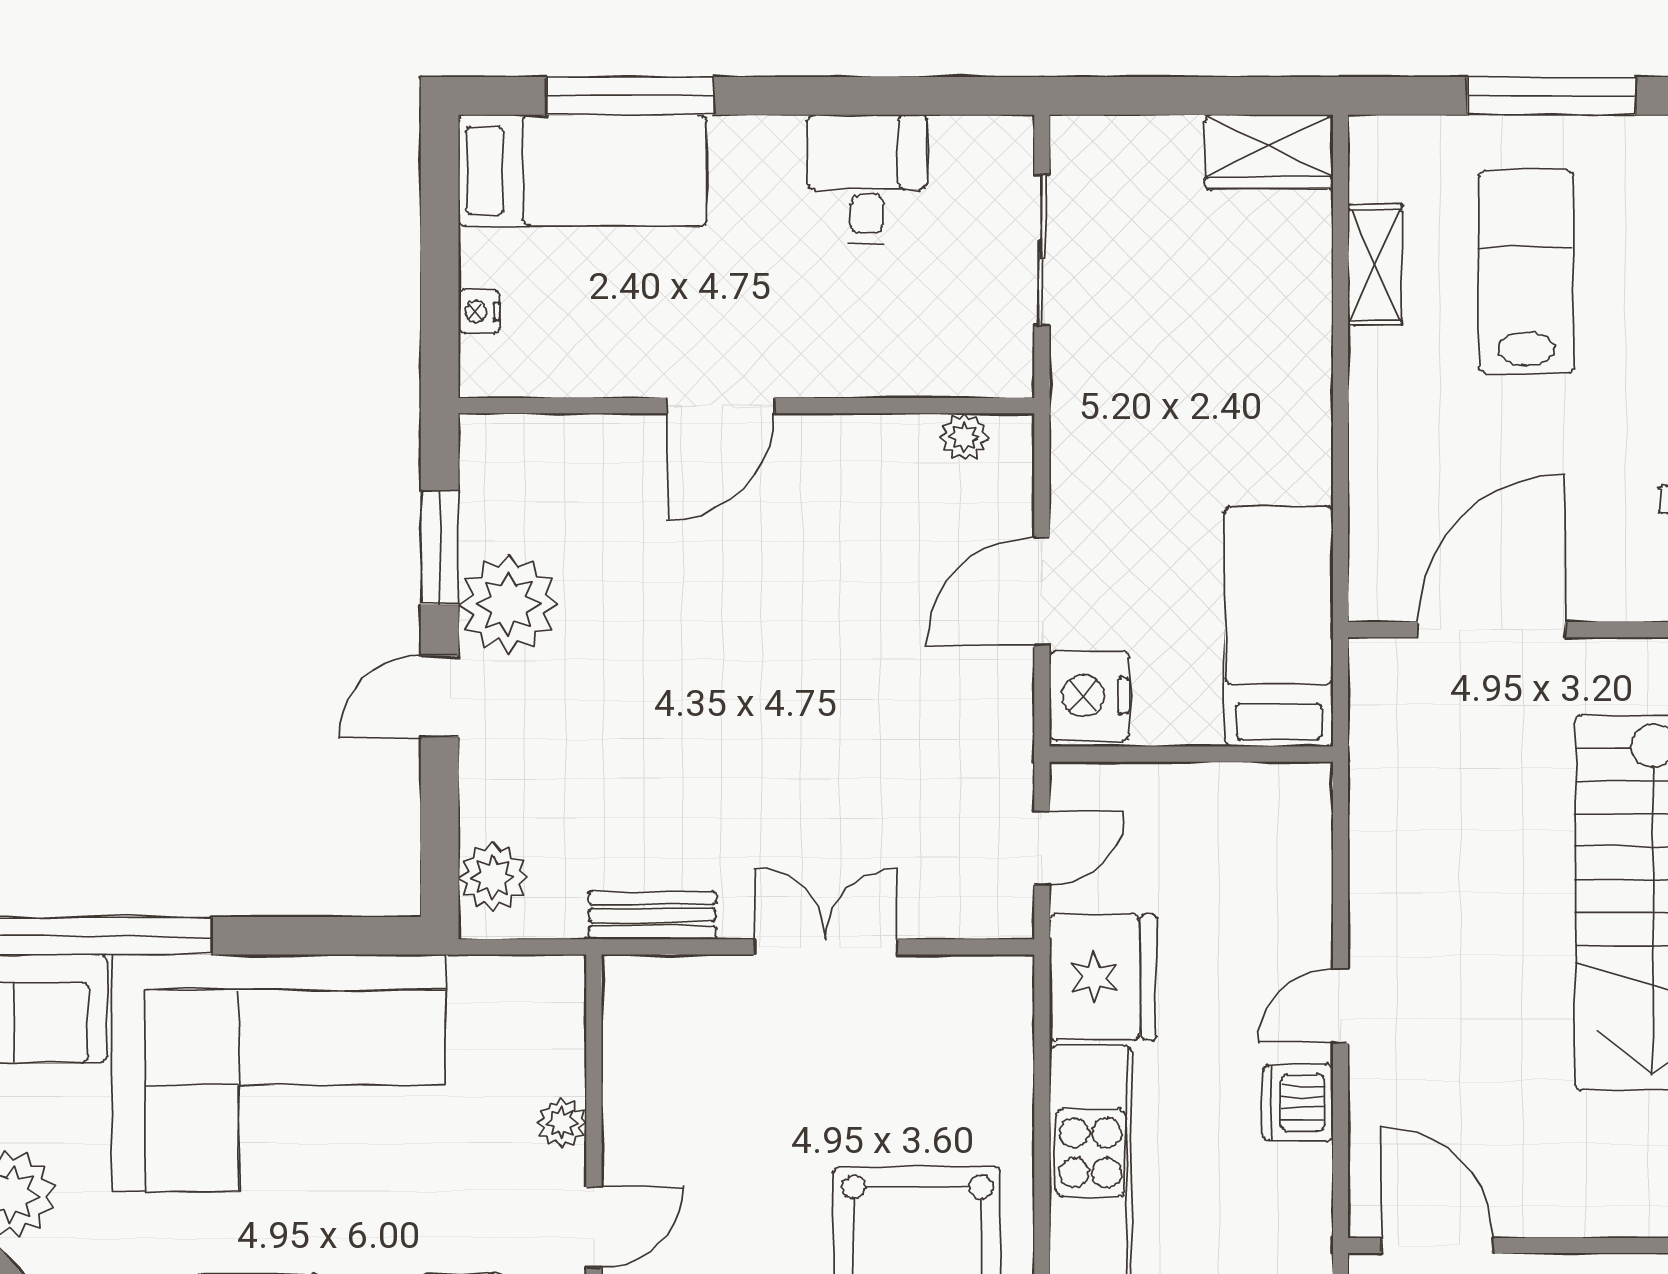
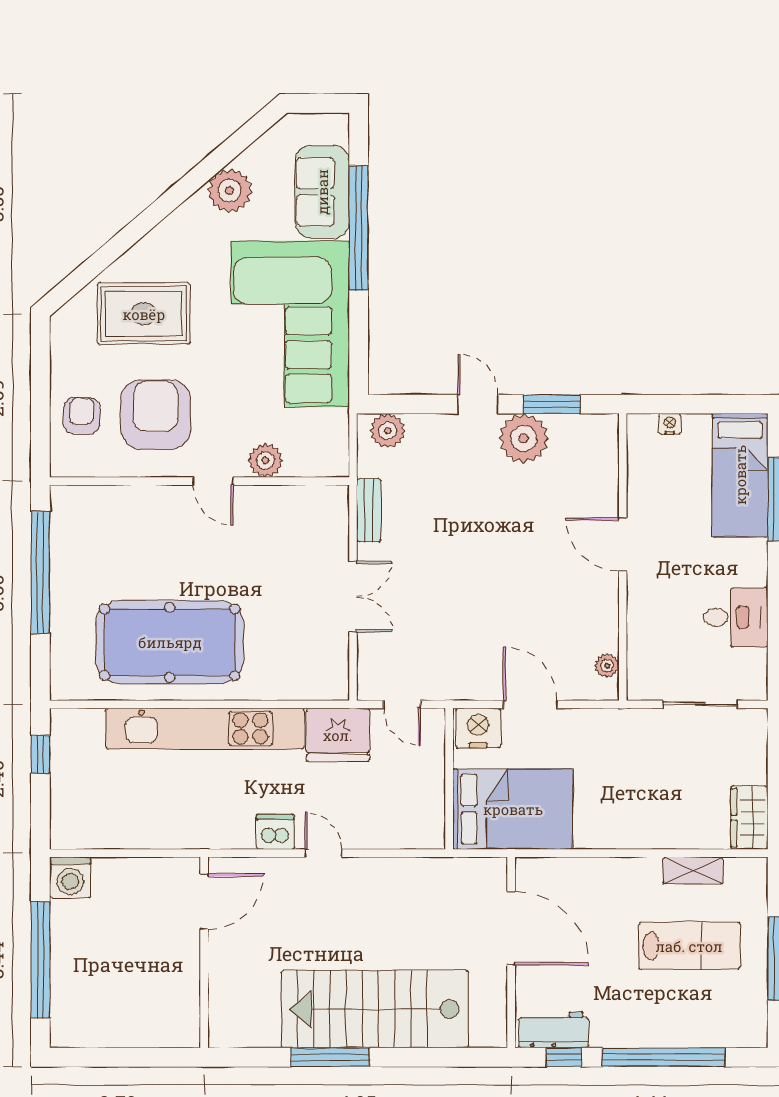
bed: (1279, 627) -> (513, 809), width x1.50
plant: (562, 1123) -> (265, 460), width x1.38, depth x1.38

